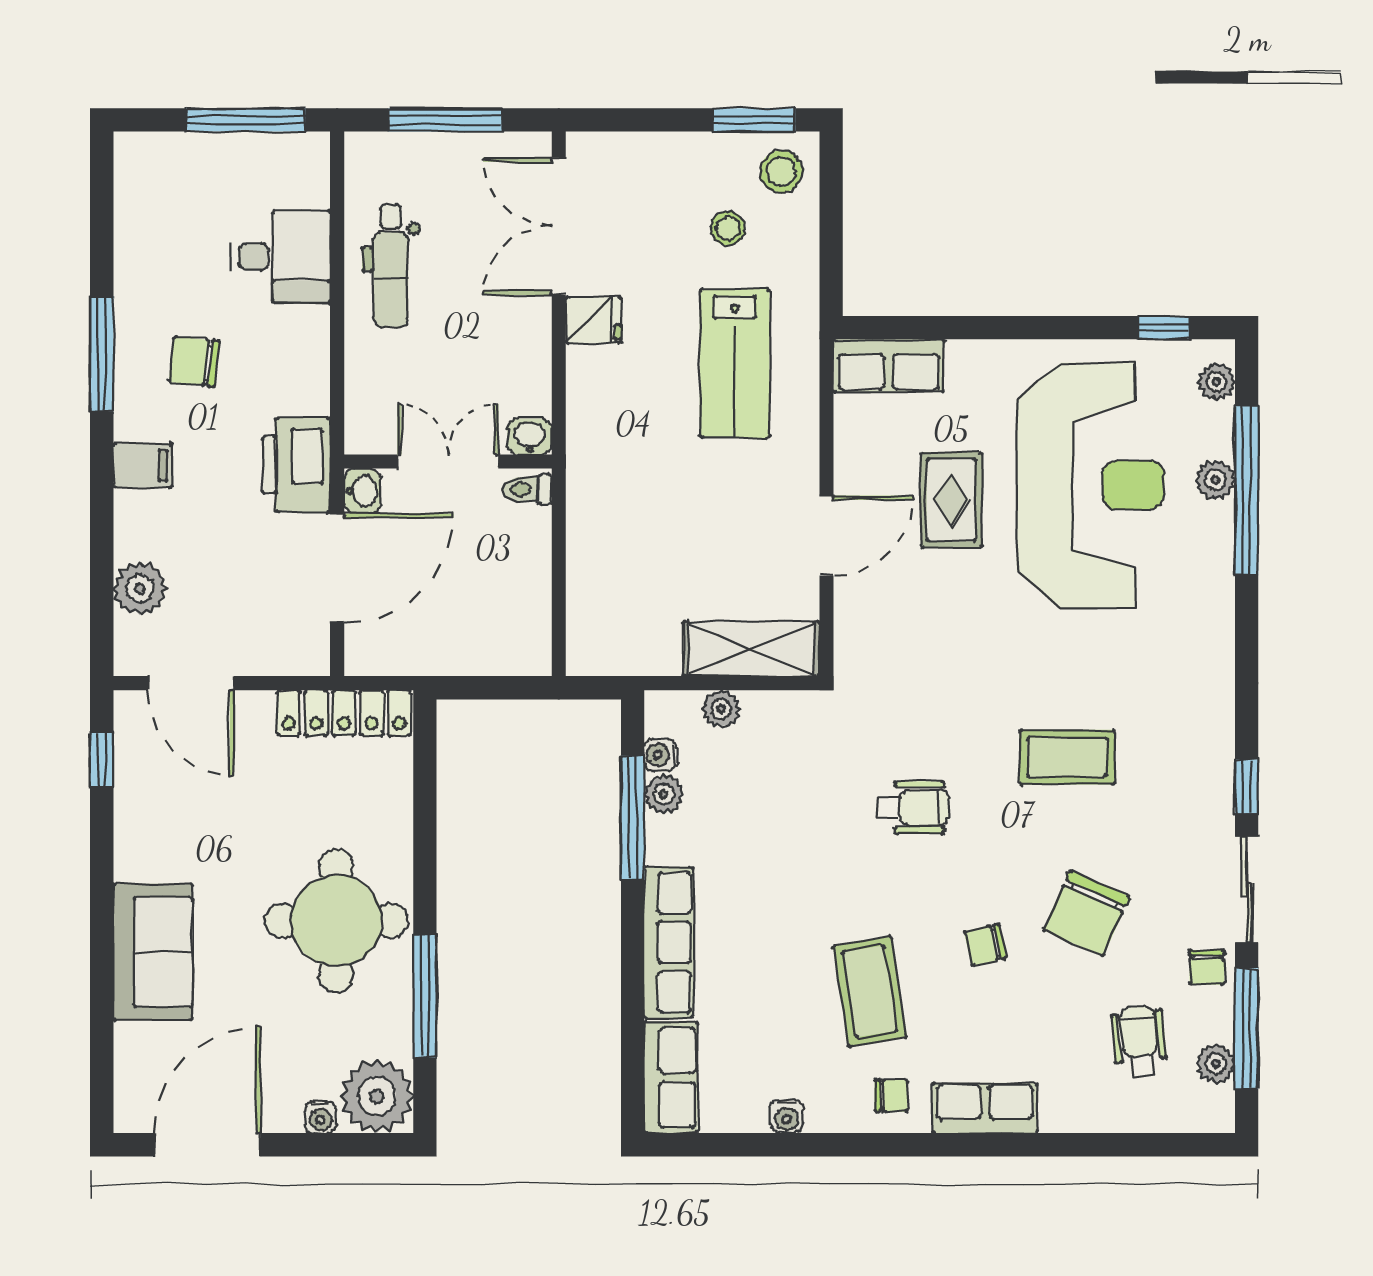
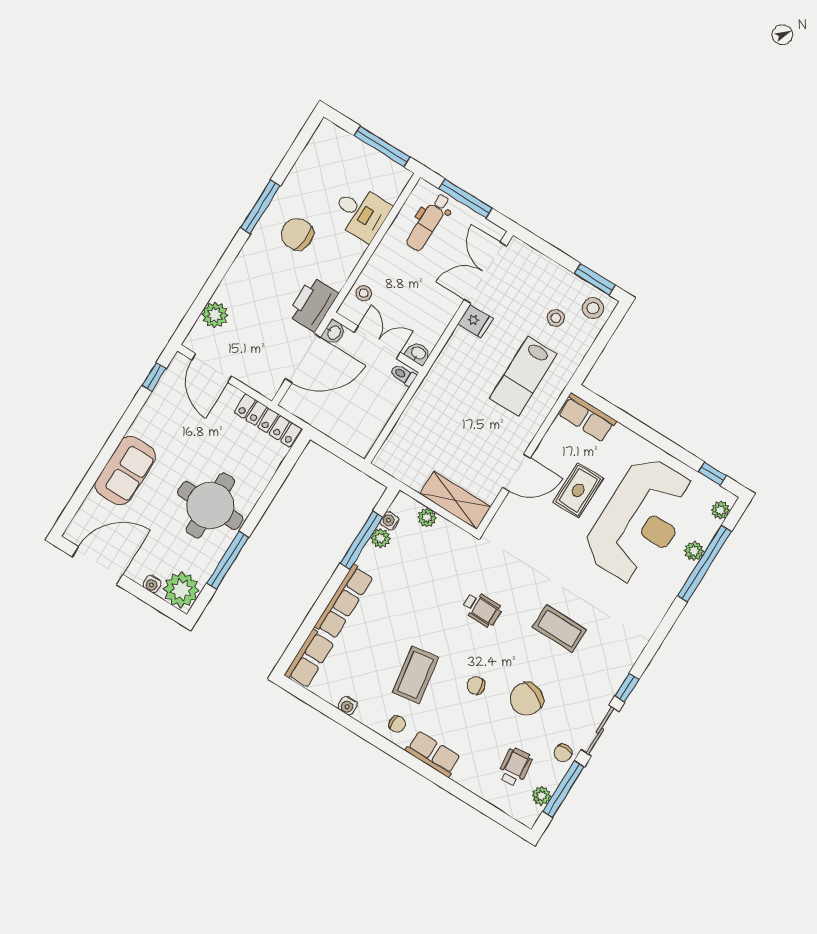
dental chair: (391, 266) -> (428, 222), moved
chair: (194, 362) -> (297, 234), width x1.37, depth x1.37
stool: (372, 392) -> (364, 293), added
filing cabinet: (143, 465) -> (248, 264), removed

